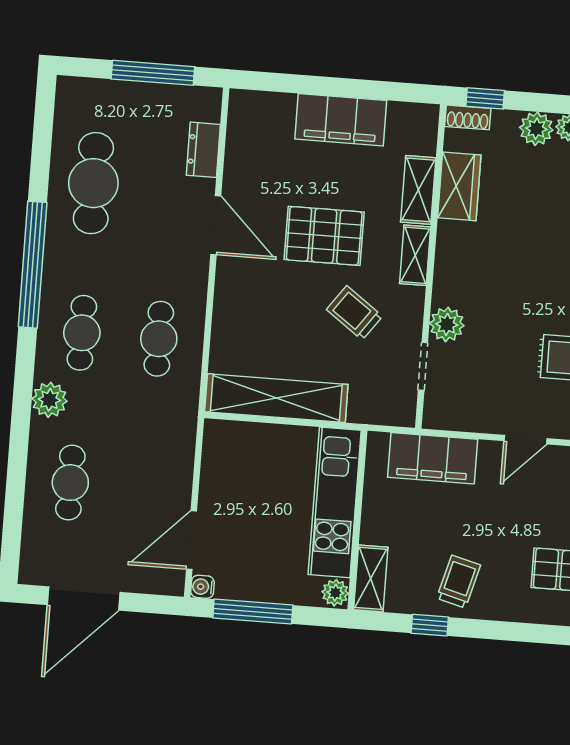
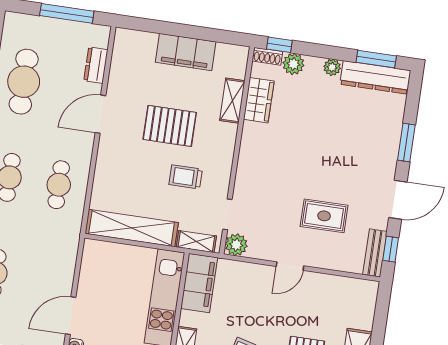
plant: (536, 129) -> (293, 64), moved
door: (216, 225) -> (100, 114), swing flipped
shelving: (415, 255) -> (196, 242), moved, turned 90
trolley: (354, 313) -> (186, 177), turned -36
plant: (447, 324) -> (236, 245), moved
filing cabinet: (433, 458) -> (199, 283), moved, turned -90

